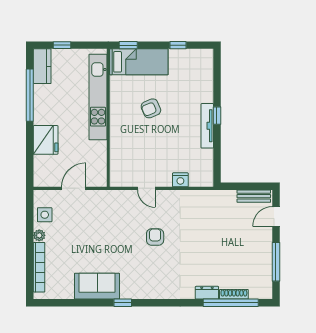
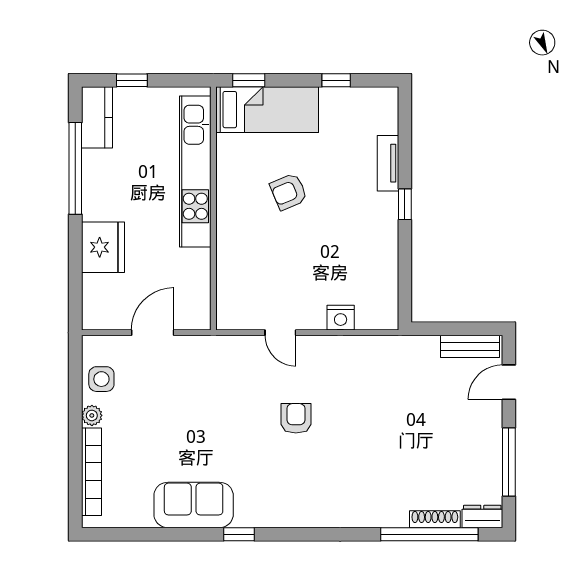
tv unit: (207, 126) -> (388, 163), moved, width x0.71
dresser: (207, 293) -> (482, 516), moved

